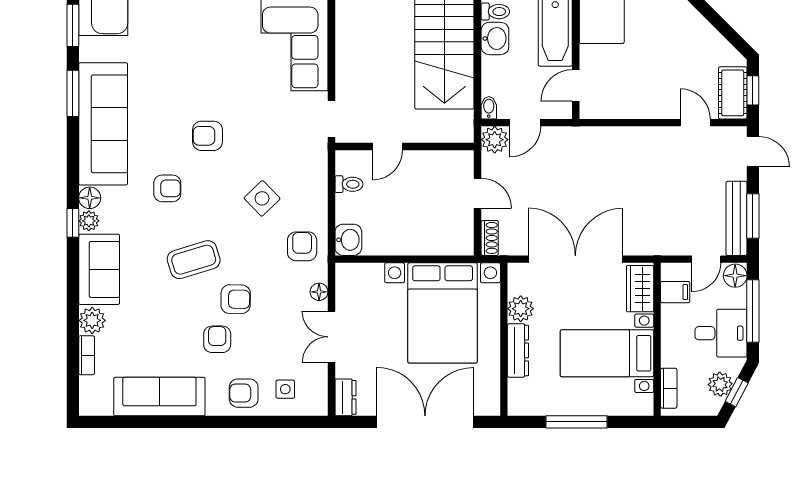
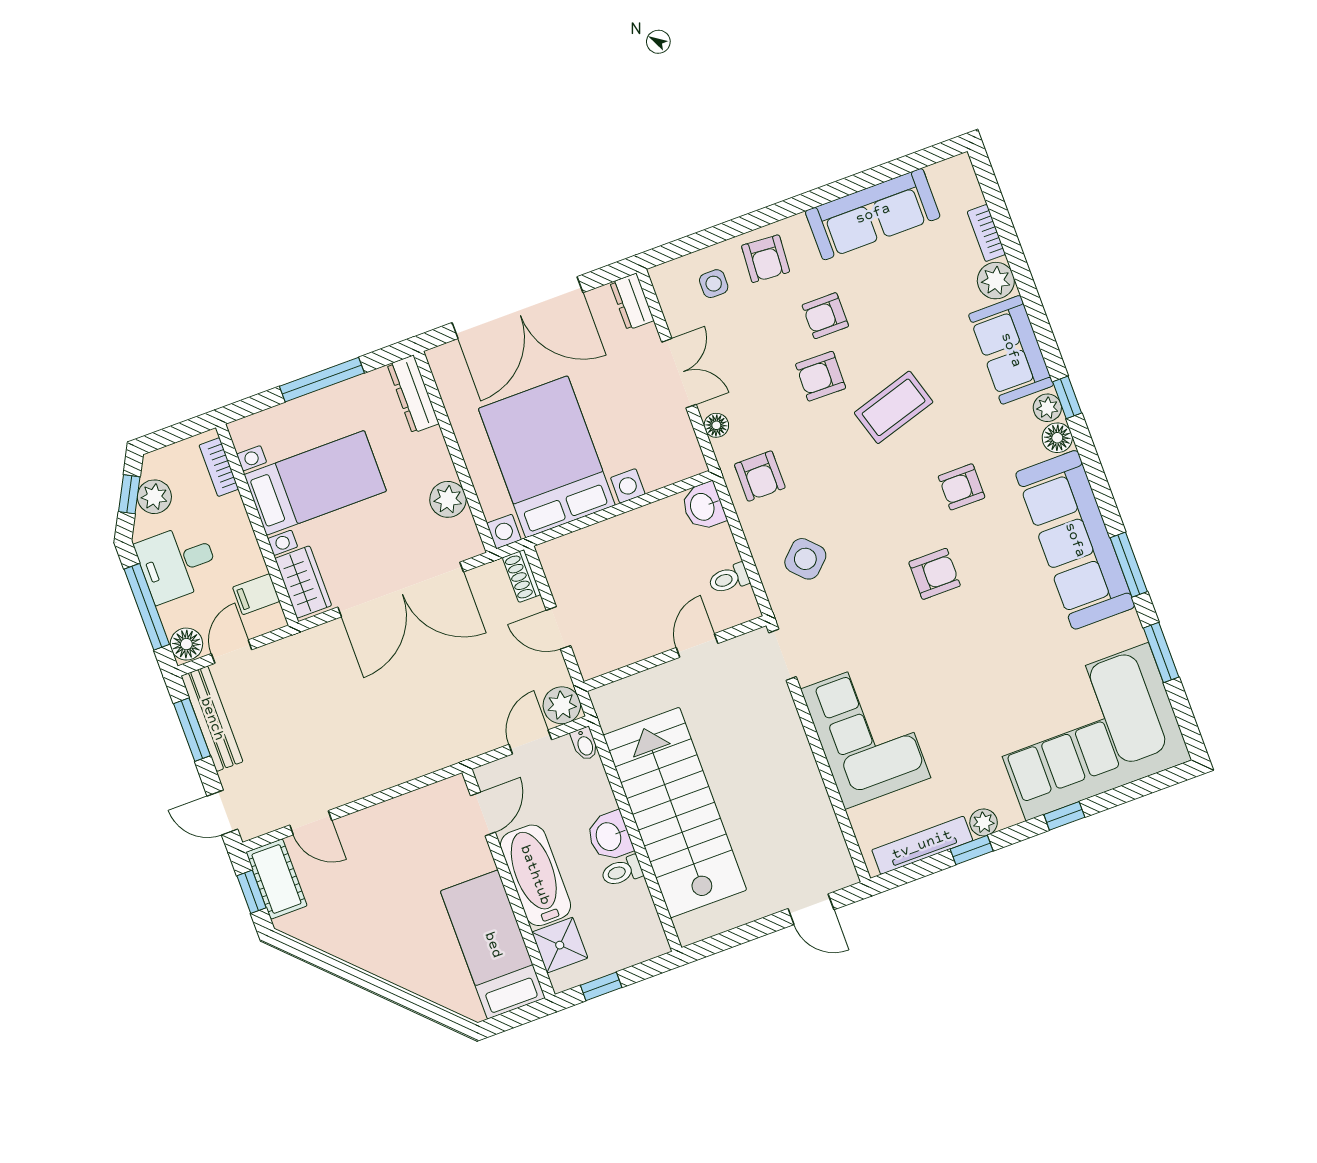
side table: (262, 198) -> (805, 559), moved
armchair: (217, 339) -> (825, 316), turned 90
dresser: (518, 350) -> (413, 394), moved
armchair: (244, 393) -> (766, 259), turned 94

